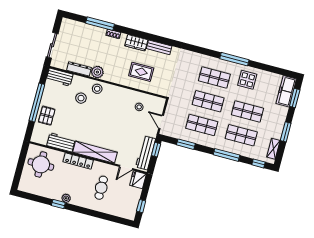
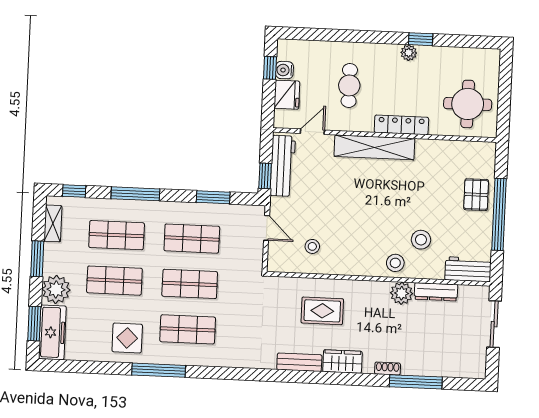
plant: (279, 113) -> (56, 289), added
workbench: (61, 142) -> (440, 152), removed
fridge: (138, 180) -> (287, 95), moved
water cooler: (134, 203) -> (284, 70), added

